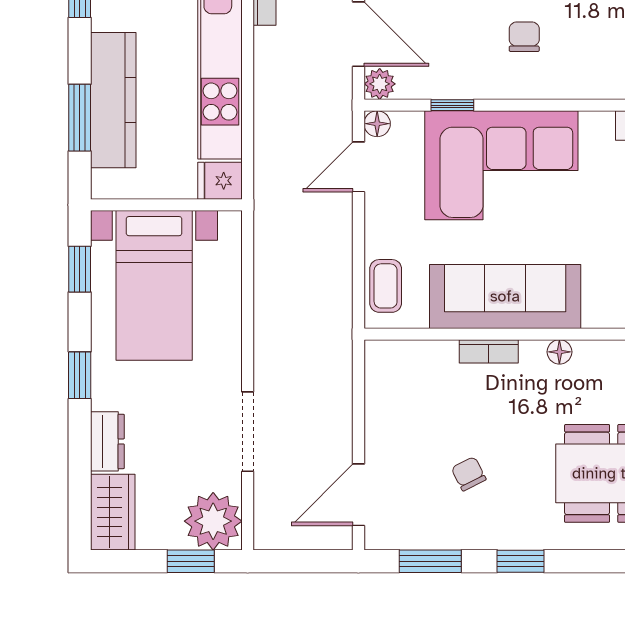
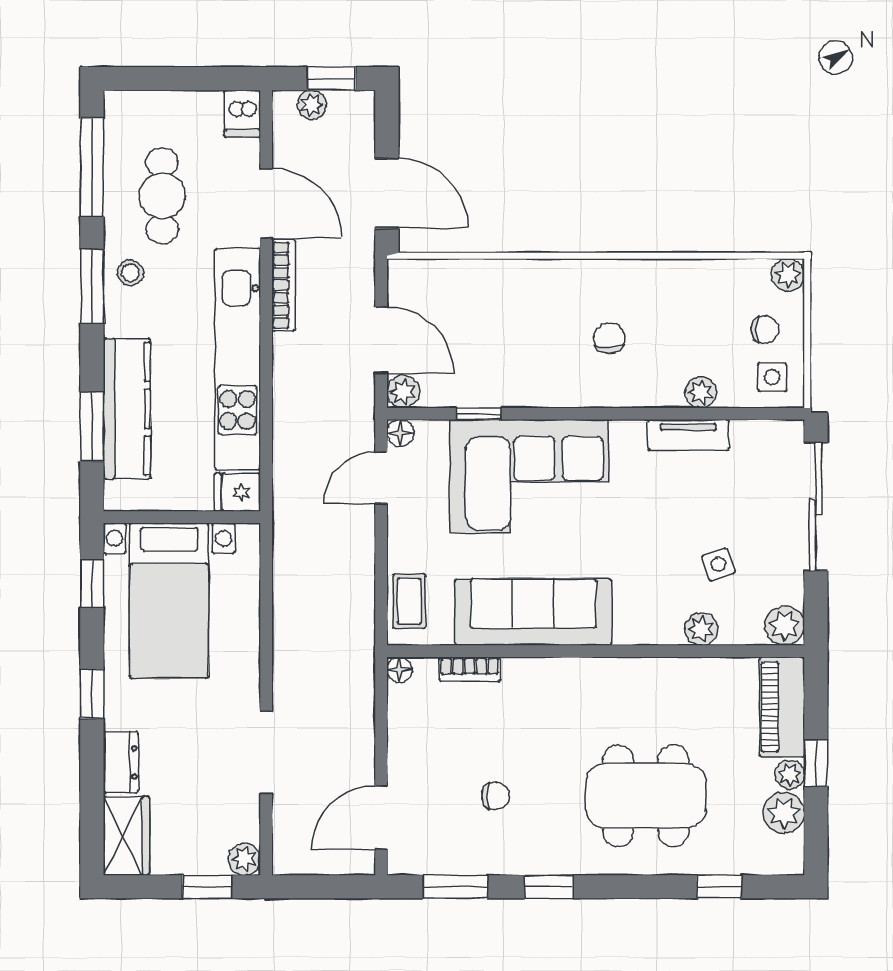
chair: (524, 37) -> (609, 338), moved
bookcase: (489, 351) -> (470, 669), moved
floor lamp: (559, 352) -> (400, 670), moved
chair: (469, 474) -> (495, 796), turned 117
plant: (213, 521) -> (244, 859), width x0.53, depth x0.53

